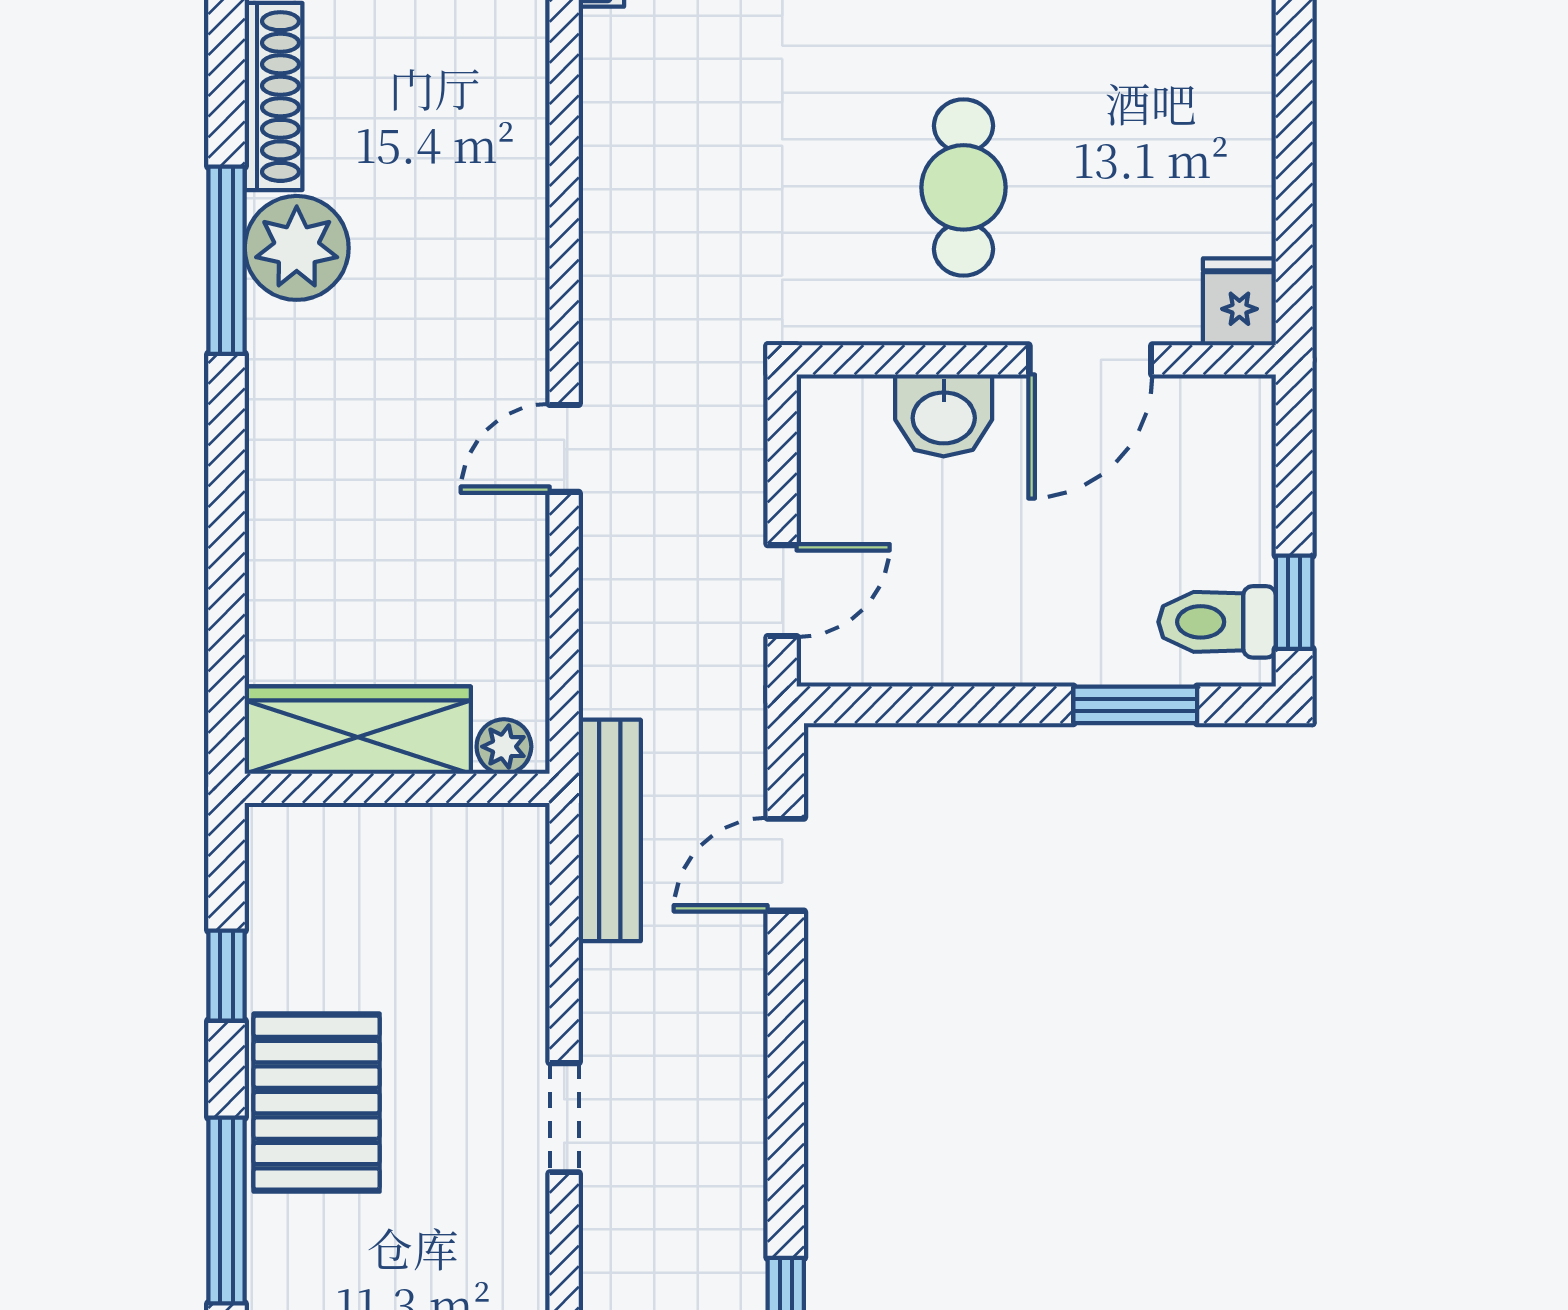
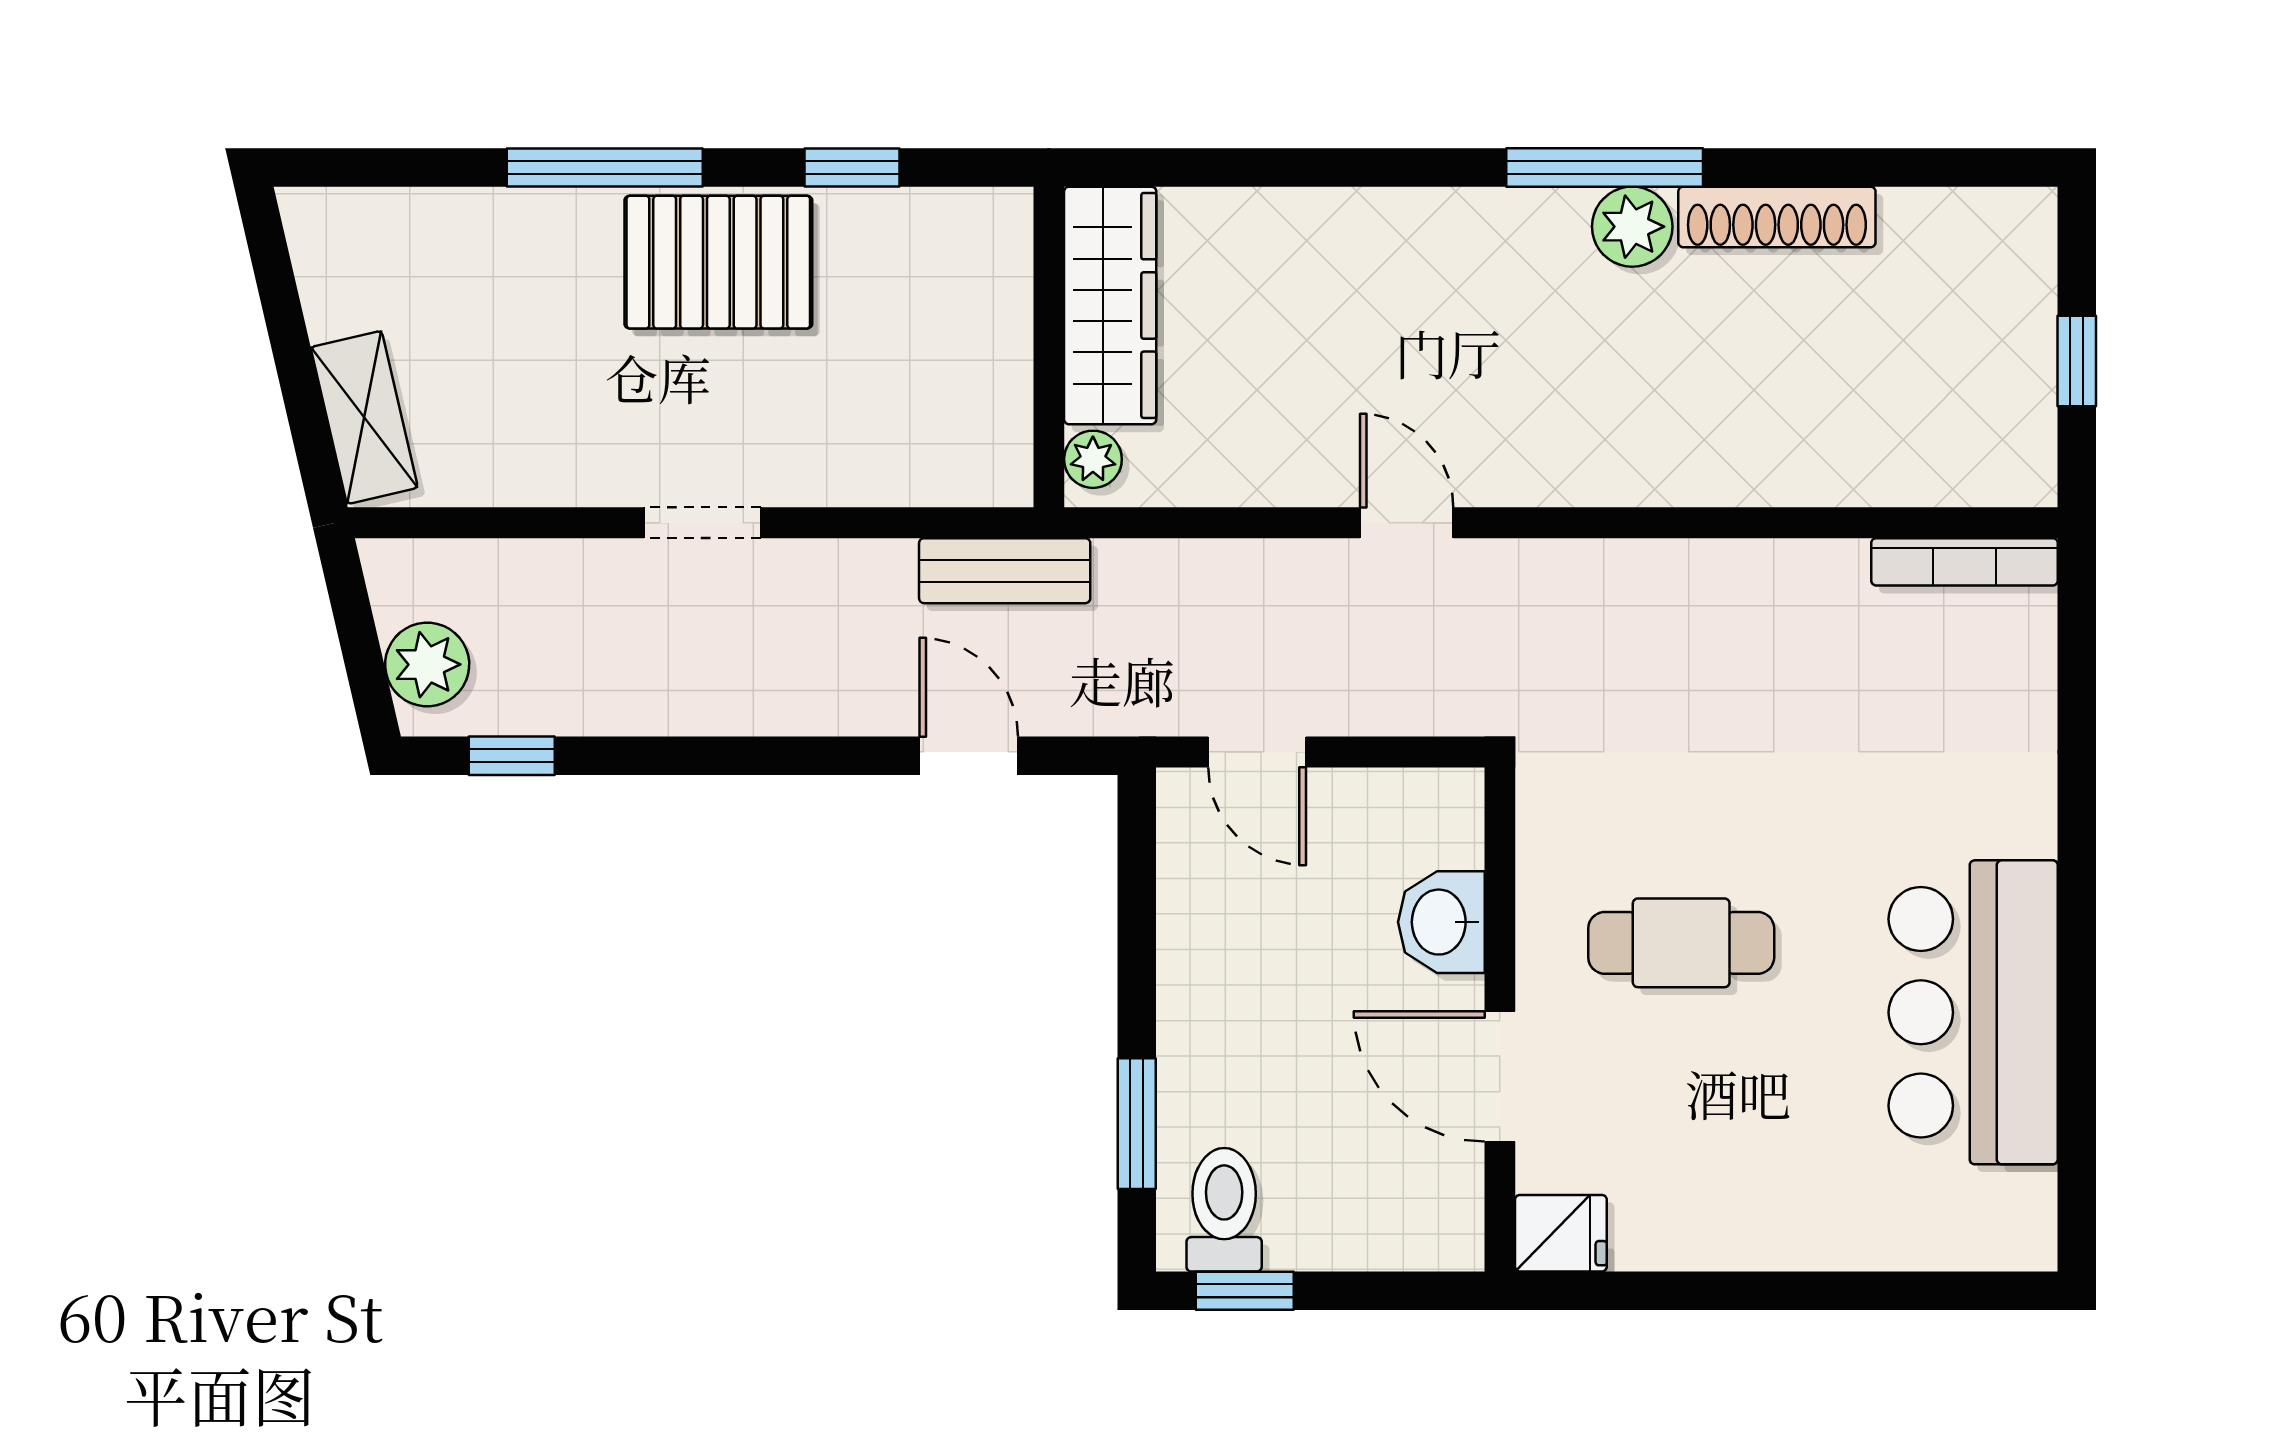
plant: (297, 248) -> (1632, 227), width x0.73, depth x0.73
bench: (610, 830) -> (1005, 571), width x0.73

